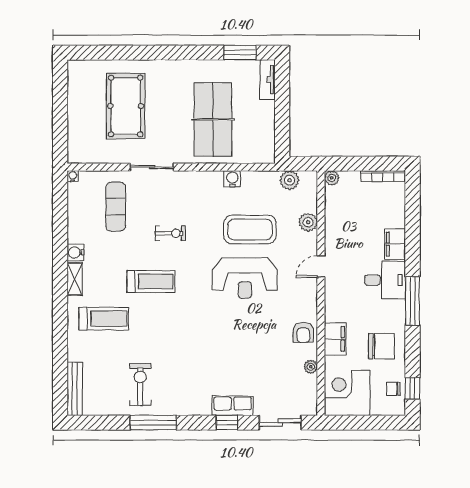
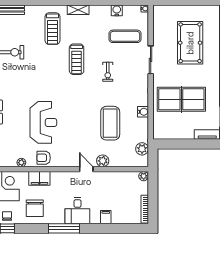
pool table: (126, 106) -> (190, 43), turned 90
plant: (308, 222) -> (103, 161), moved
filing cabinet: (395, 244) -> (106, 217), width x0.50
water cooler: (76, 253) -> (117, 10), moved
reception desk: (245, 278) -> (43, 122), moved, turned 180

